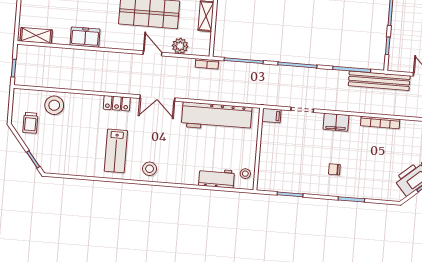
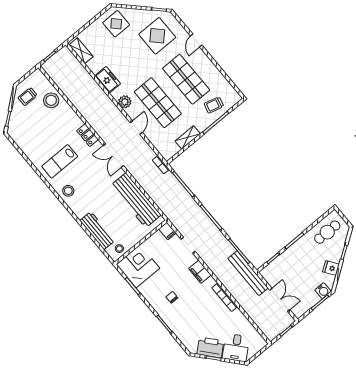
plant: (180, 46) -> (125, 102), moved
corner desk: (277, 172) -> (138, 266), added
workbench: (217, 178) -> (97, 231), width x1.38

